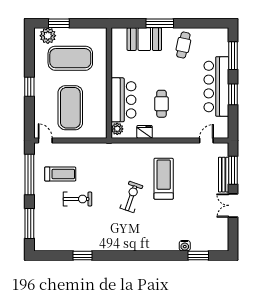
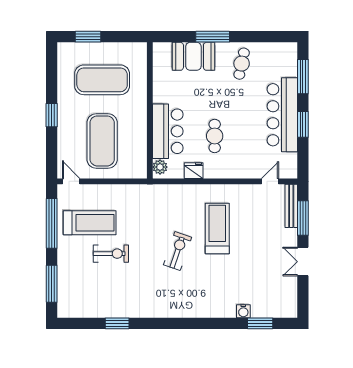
plant: (48, 36) -> (74, 52), removed
treadmill: (60, 174) -> (90, 223), width x1.37, depth x1.38
bench: (224, 175) -> (291, 206), moved

